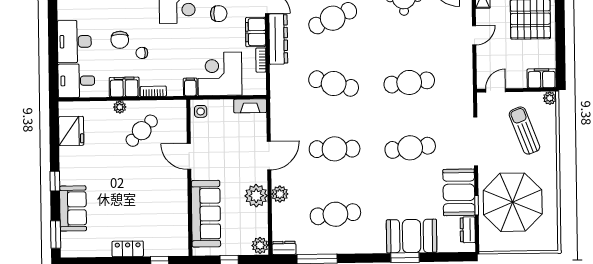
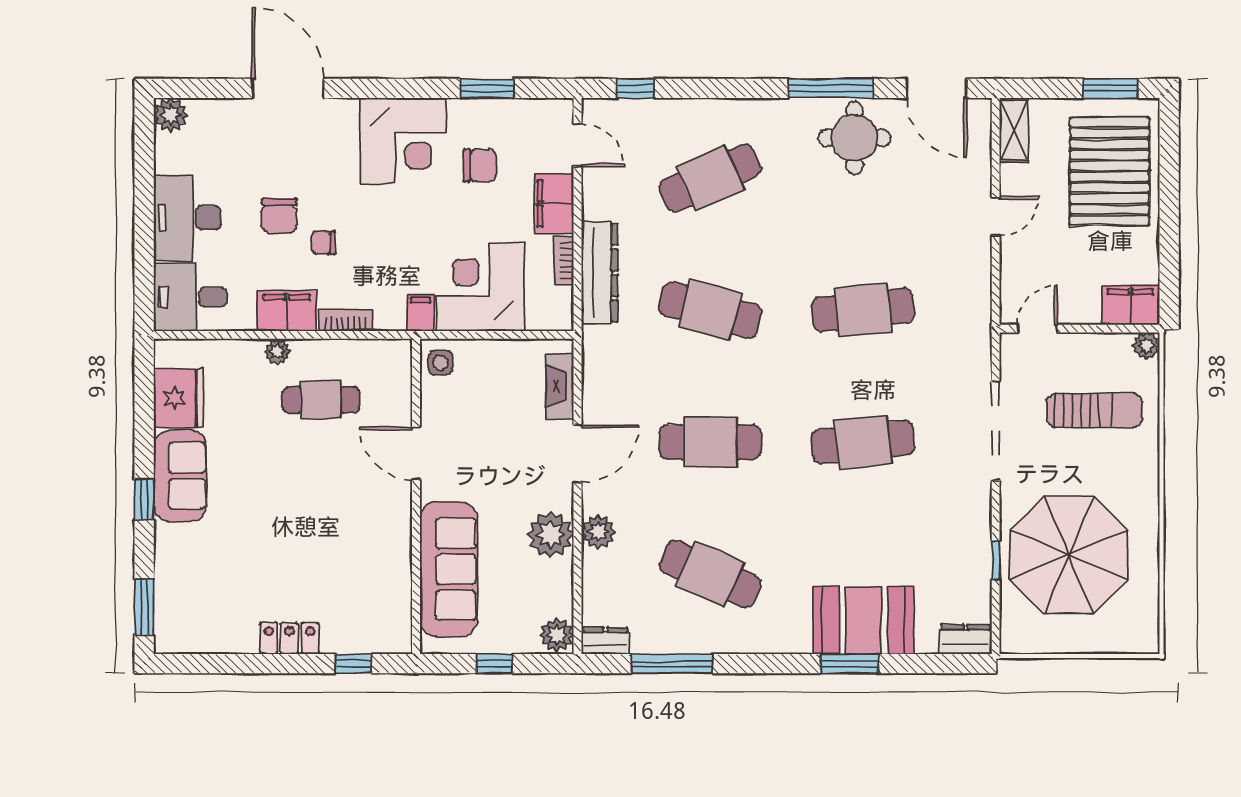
dresser: (278, 39) -> (600, 273), moved
fireplace: (250, 106) -> (560, 386), moved, turned 90
cafe table: (142, 131) -> (321, 400), turned 45
sun lounger: (524, 131) -> (1094, 410), turned 111
booth: (459, 192) -> (960, 533), removed
sofa: (73, 208) -> (180, 476), moved
cafe table: (335, 214) -> (710, 574), turned 30
dresser: (468, 230) -> (966, 639), moved, turned 90

